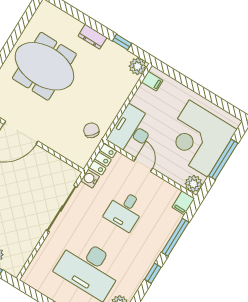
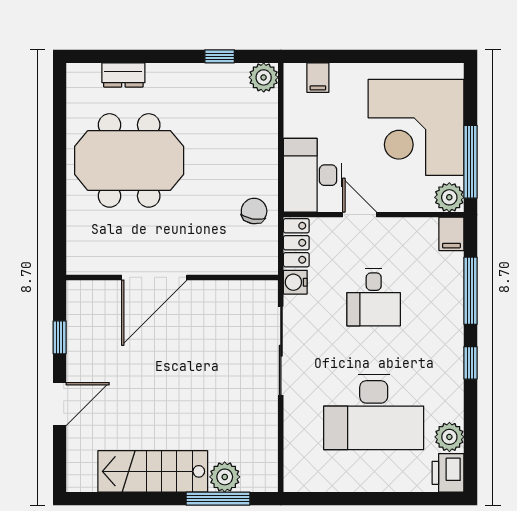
dresser: (92, 37) -> (123, 75), moved
filing cabinet: (152, 81) -> (318, 78), moved, turned 90
chair: (91, 130) -> (254, 211), turned 56
window: (223, 159) -> (471, 162), moved

